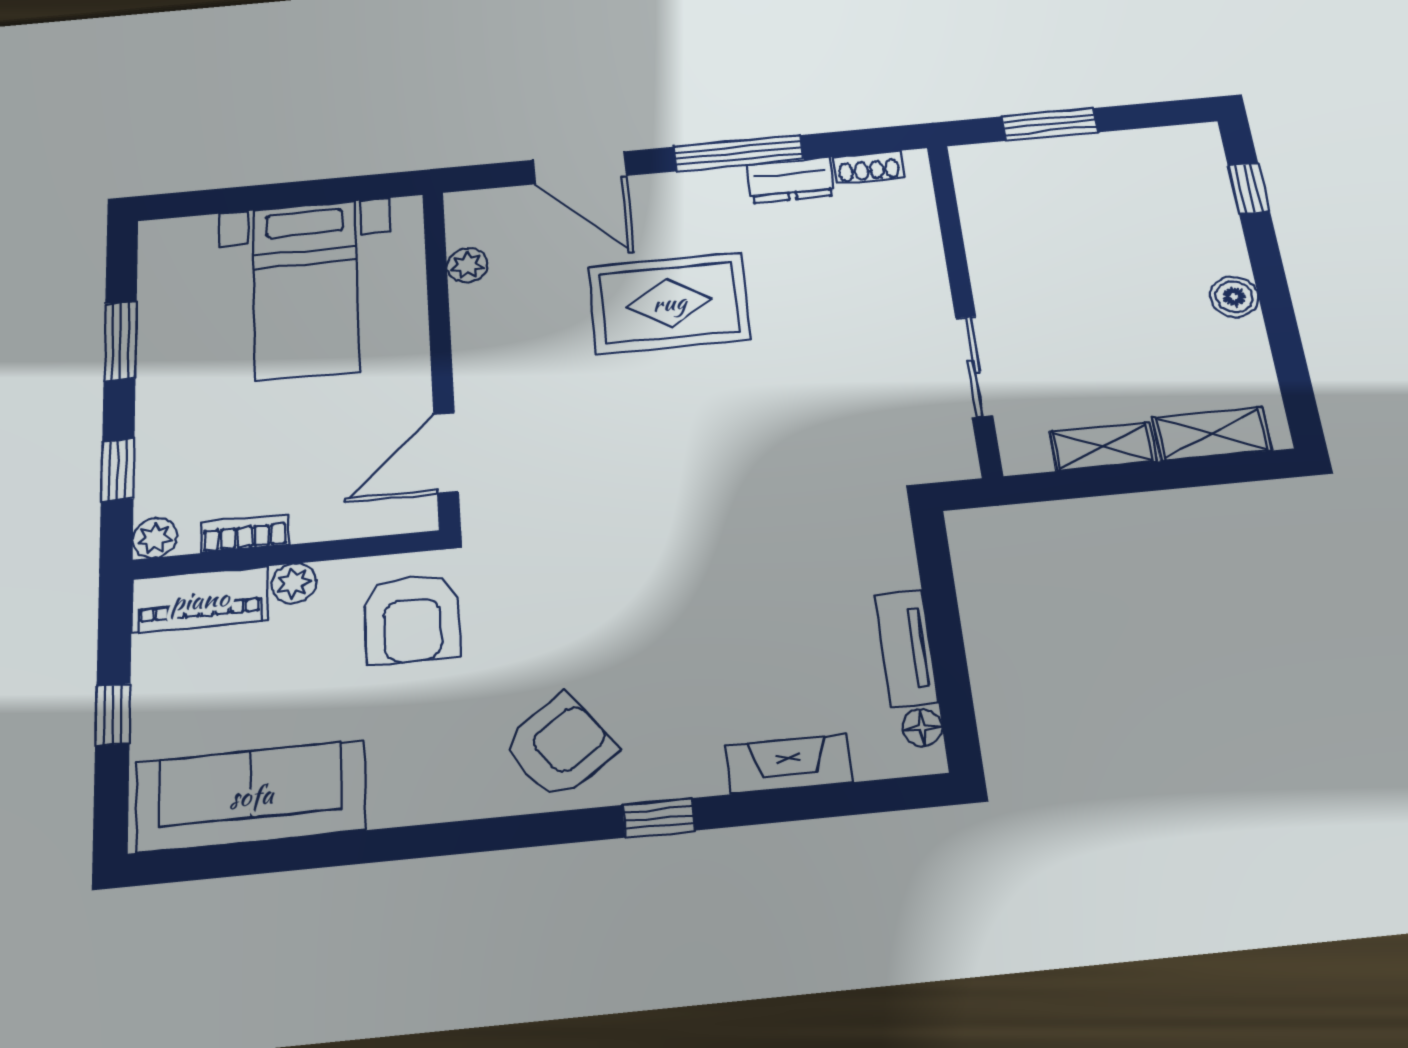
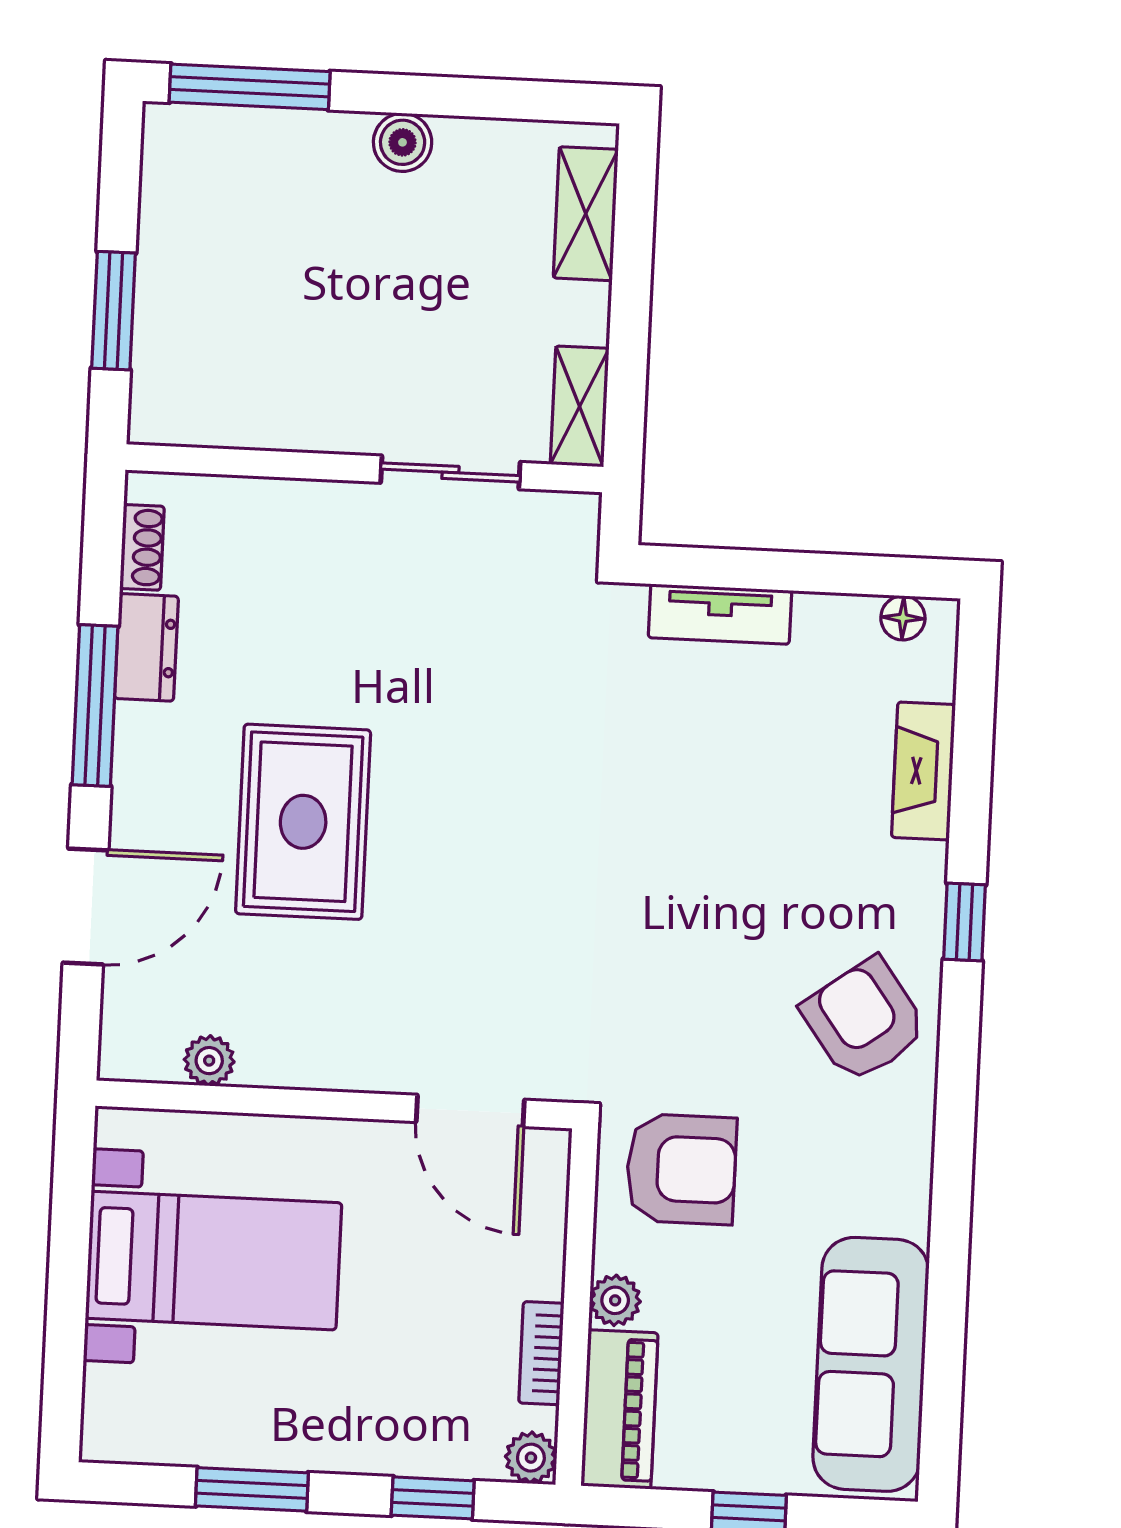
window: (1249, 189) -> (250, 87), width x2.17
shelving: (1103, 447) -> (580, 406), moved
tv unit: (906, 649) -> (720, 614), moved

